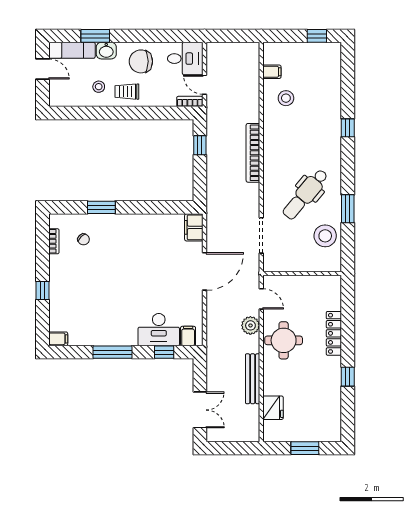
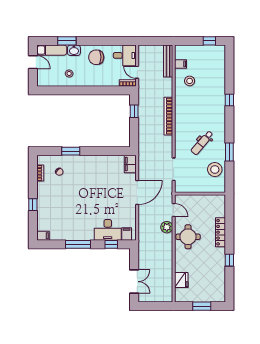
trolley: (127, 92) -> (87, 77), removed
dental chair: (305, 194) -> (202, 143), width x0.73, depth x0.72
bench: (253, 379) -> (168, 61), moved

